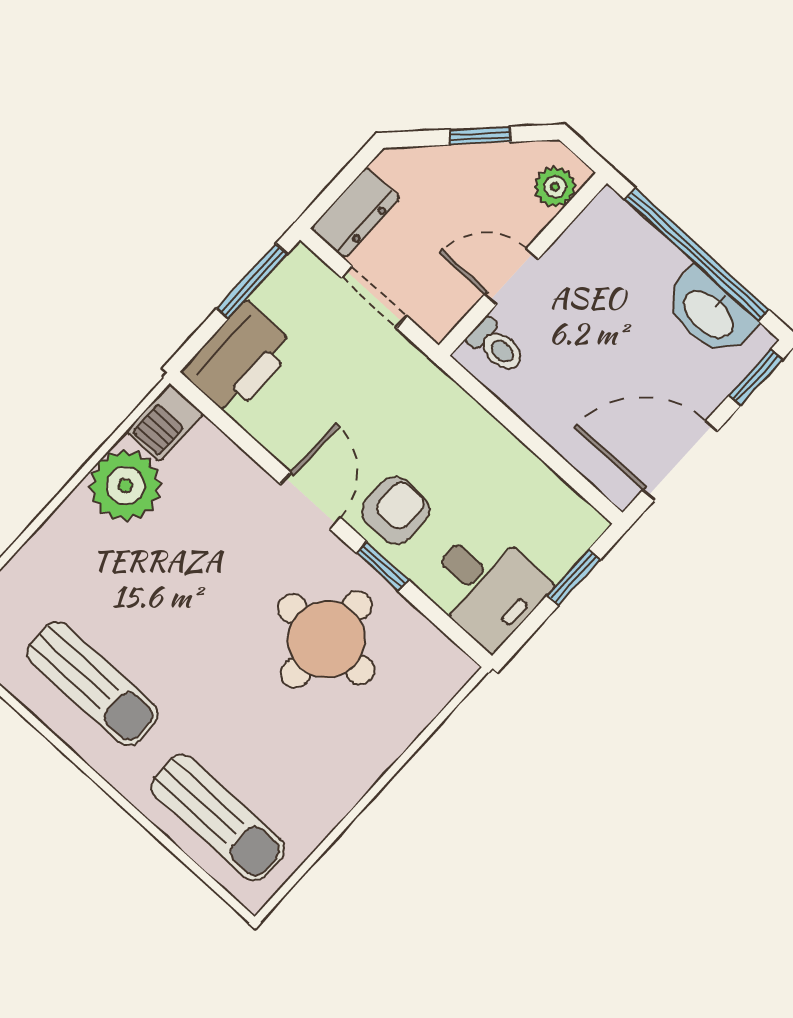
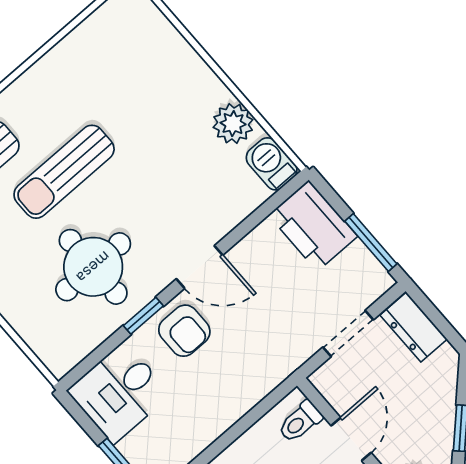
plant: (125, 486) -> (233, 124), width x0.73, depth x0.73
sun lounger: (93, 684) -> (64, 172), moved

